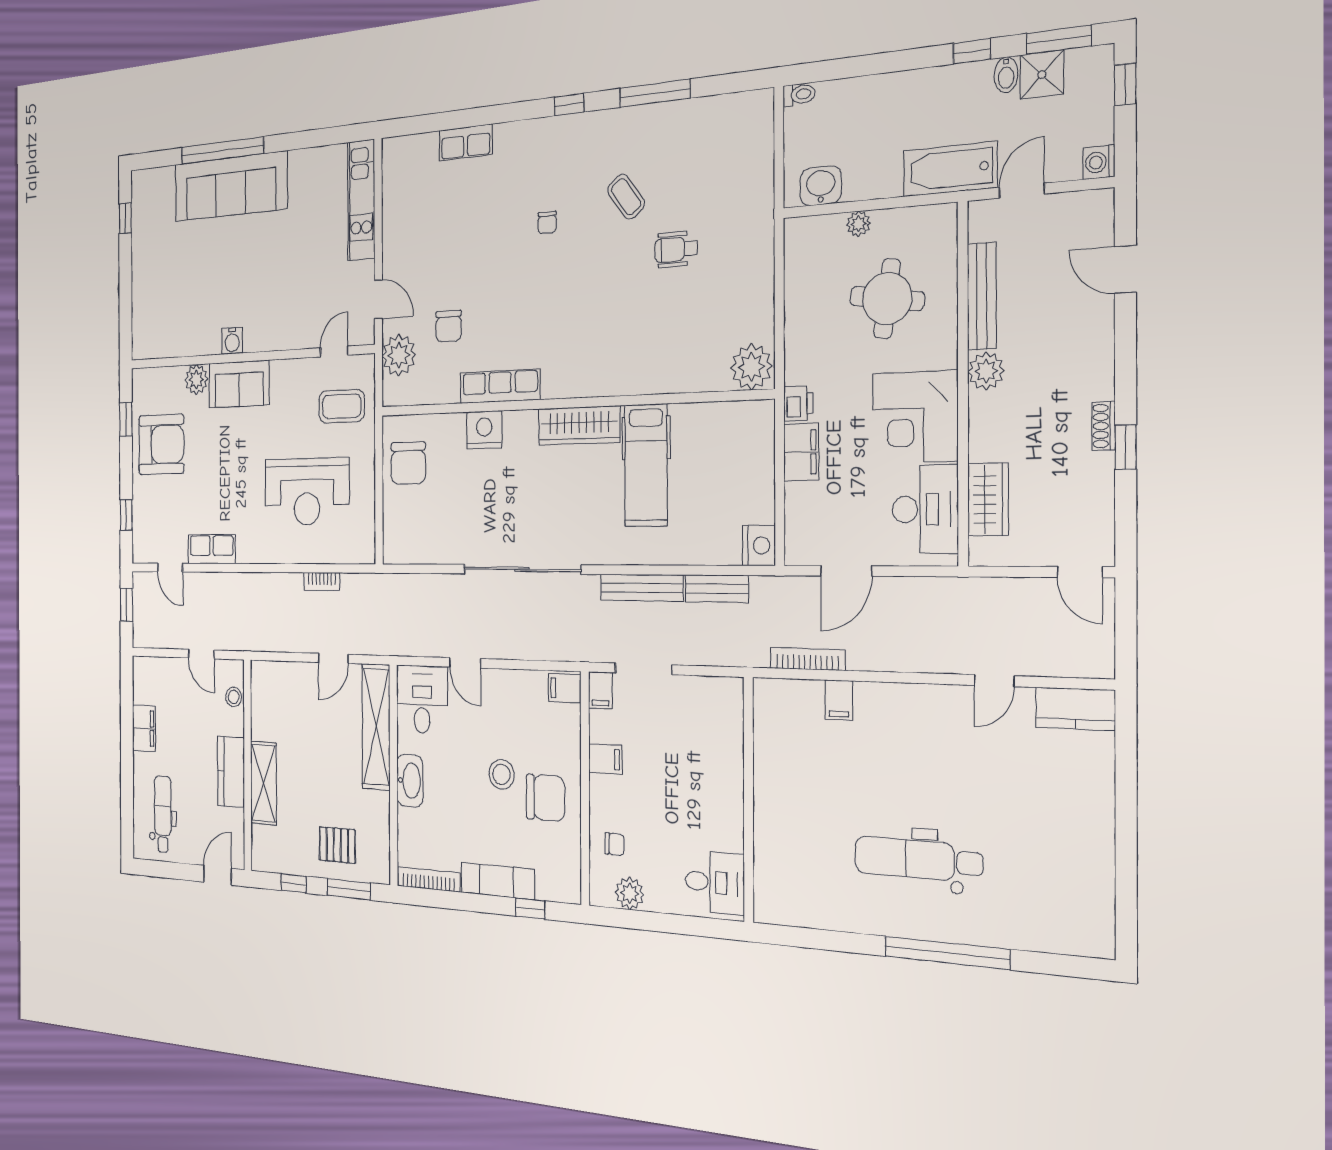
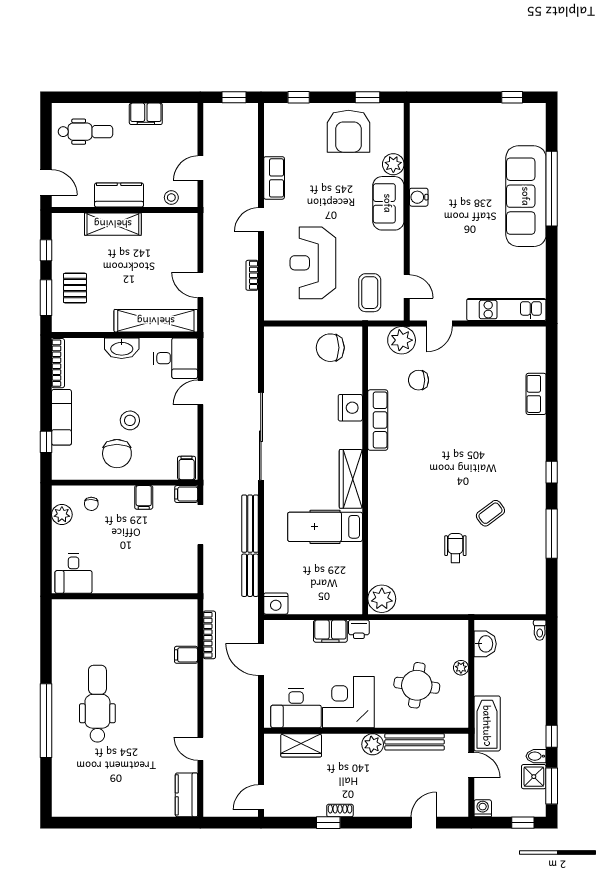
chair: (547, 222) -> (479, 456), removed
door: (170, 568) -> (261, 220), moved

